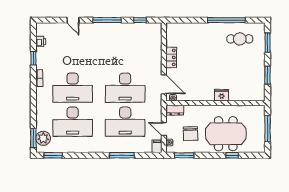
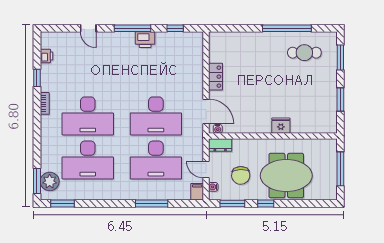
printer: (117, 29) -> (145, 40), added
window: (232, 155) -> (266, 203), moved

